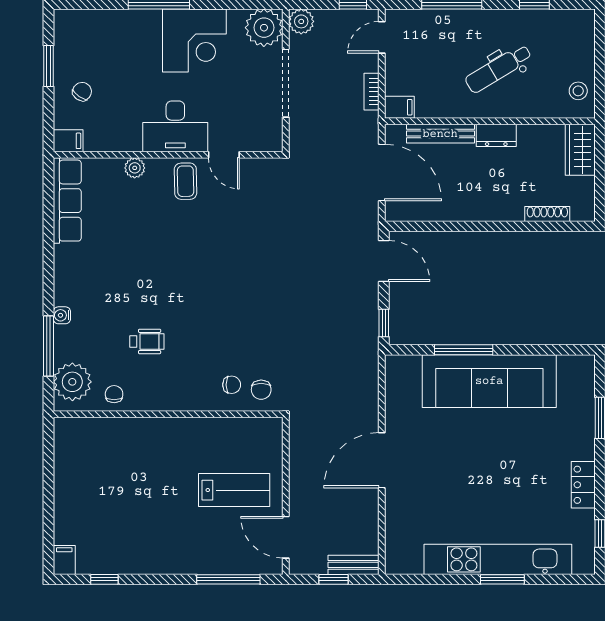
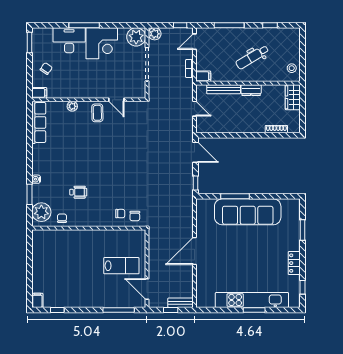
window: (48, 66) -> (30, 42), moved
desk: (175, 126) -> (69, 40), moved, turned 180
door: (382, 172) -> (194, 109), width x0.53
window: (48, 346) -> (30, 194), width x0.69

